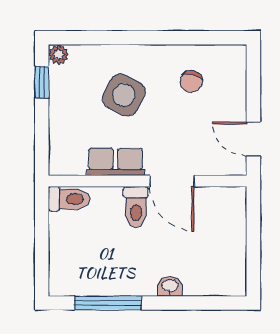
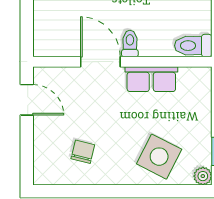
side table: (124, 95) -> (159, 157), moved
toilet: (136, 207) -> (130, 44), width x0.73, depth x0.72

